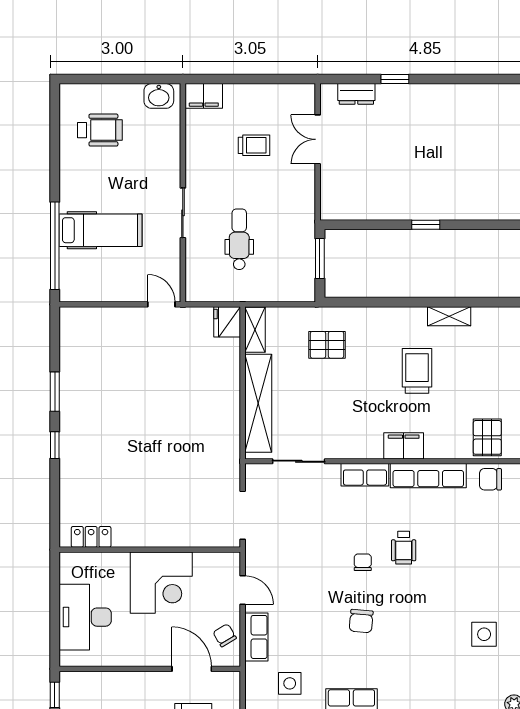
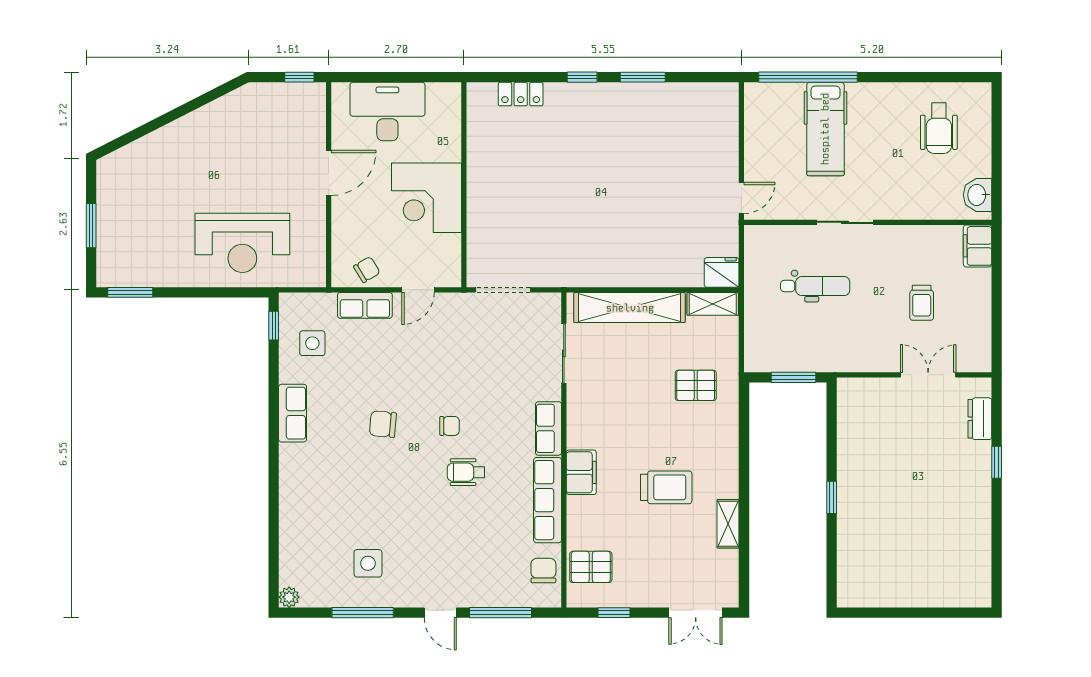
pallet: (327, 345) -> (696, 385), turned 90
locker: (91, 537) -> (521, 94), moved, turned 90
door: (192, 669) -> (329, 173), moved

